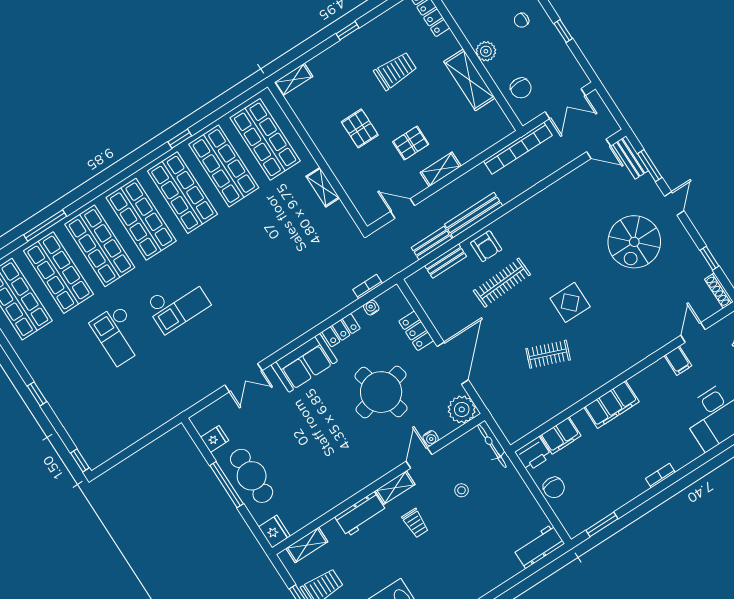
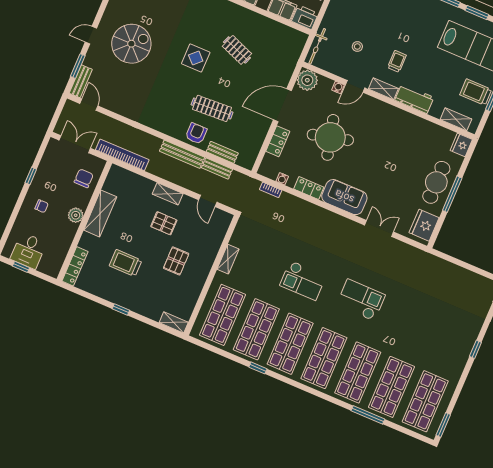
checkout: (118, 335) -> (303, 280), moved, turned 90
fridge: (215, 439) -> (424, 225), width x1.88, depth x1.34

